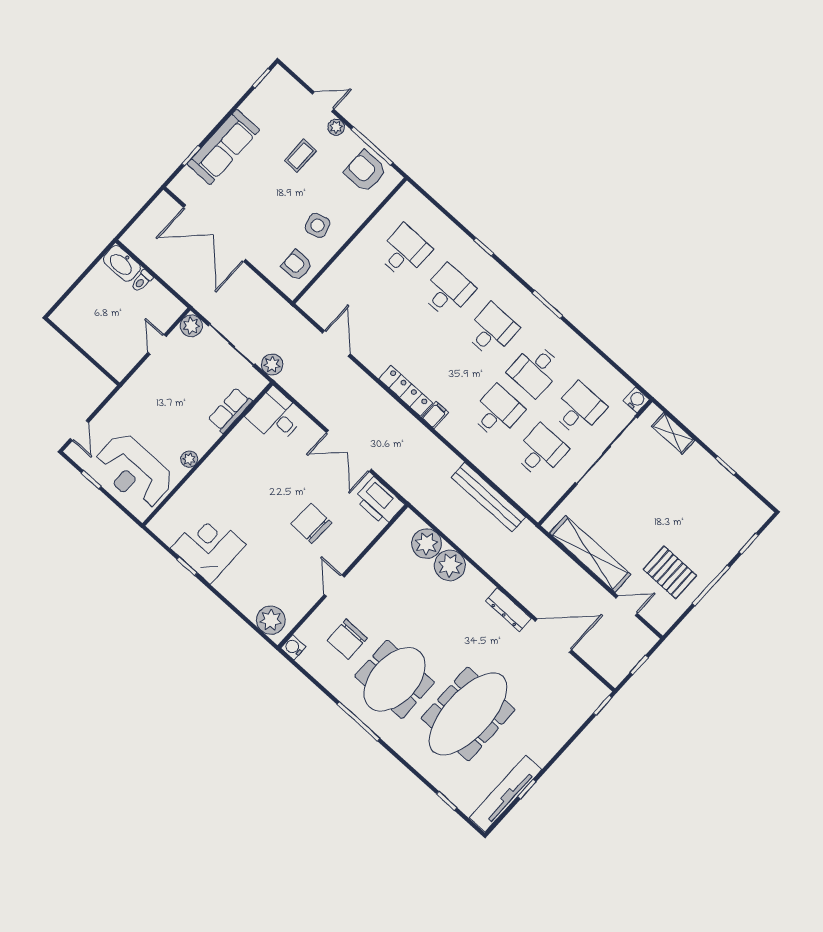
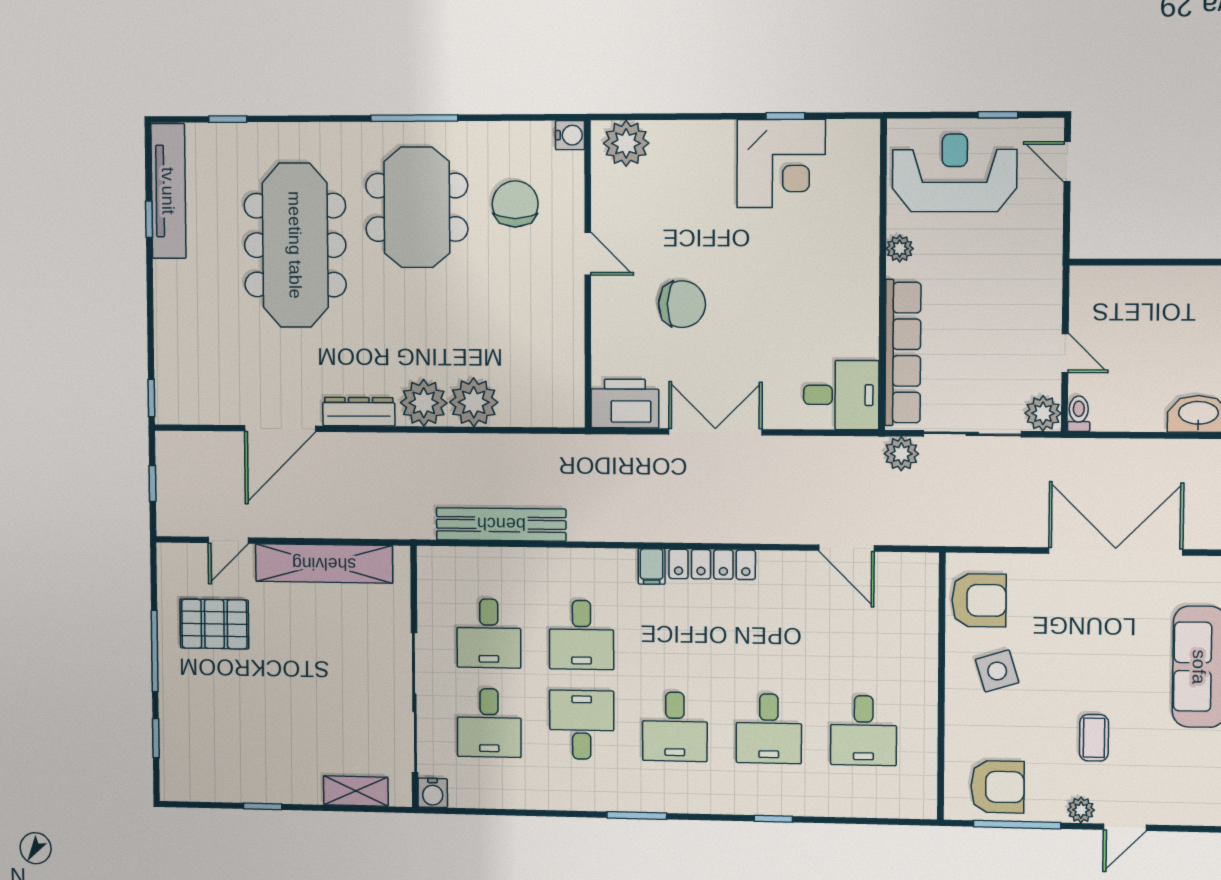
armchair: (297, 265) -> (979, 600), width x1.38, depth x1.38
toilet: (142, 281) -> (1079, 414), moved
row of seats: (230, 410) -> (903, 353), width x2.02
plant: (427, 544) -> (424, 403), moved

